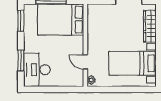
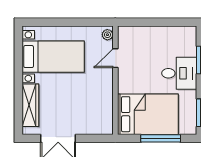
door: (85, 62) -> (115, 58), swing flipped
desk: (37, 70) -> (179, 73), moved, width x0.73

